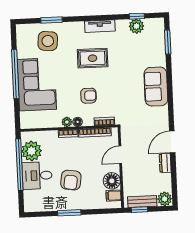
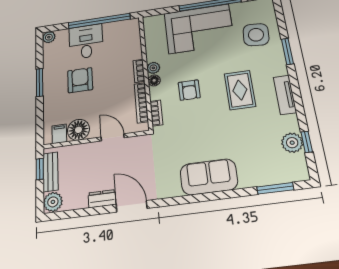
window: (51, 20) -> (287, 51), moved
plant: (32, 151) -> (49, 37), moved, width x0.53, depth x0.53
armchair: (71, 180) -> (80, 80), turned 81

